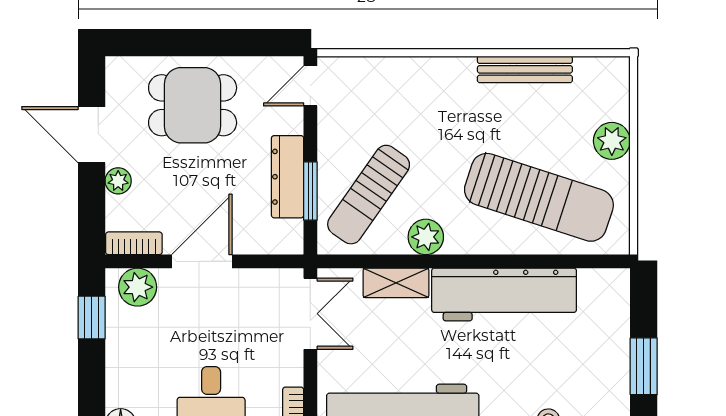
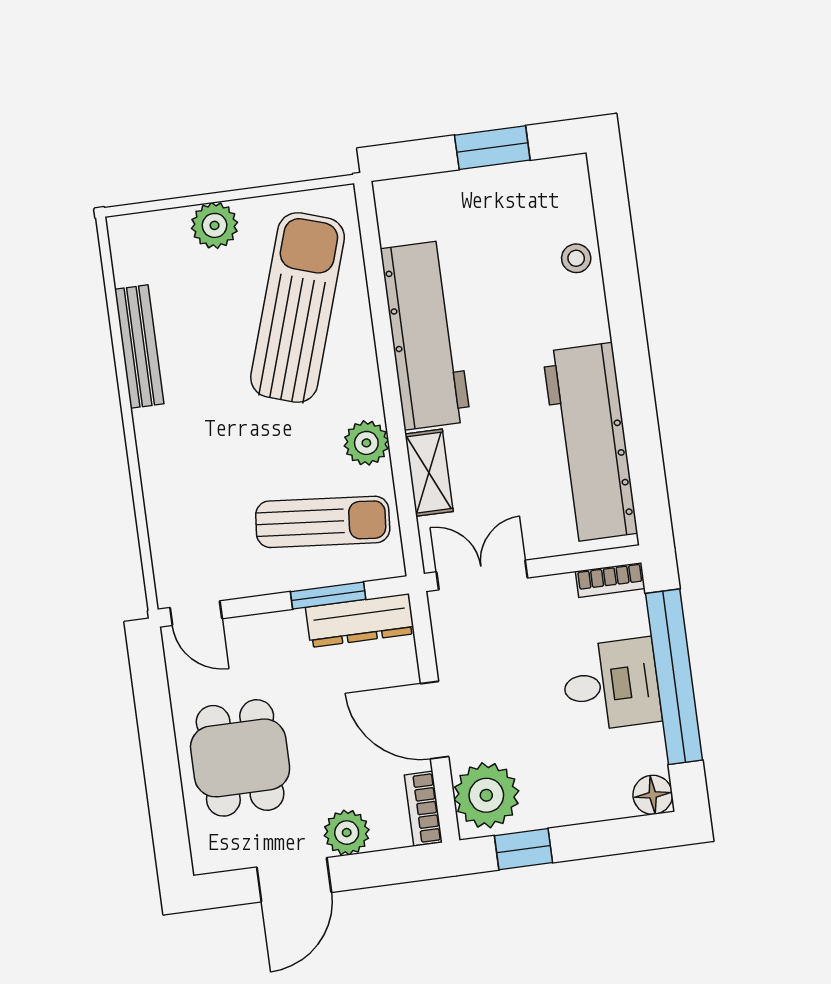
dresser: (288, 177) -> (360, 620), moved
plant: (118, 181) -> (347, 833), width x1.38, depth x1.38
sun lounger: (369, 195) -> (323, 522), turned -30
plant: (138, 287) -> (486, 795), width x1.36, depth x1.36

